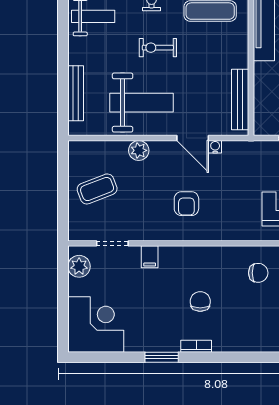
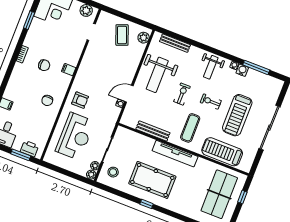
bench: (240, 100) -> (153, 131), moved
plant: (139, 150) -> (144, 38), moved
armchair: (186, 204) -> (80, 100), moved, turned 180
filing cabinet: (150, 257) -> (69, 70), moved
window: (162, 357) -> (29, 20), moved

